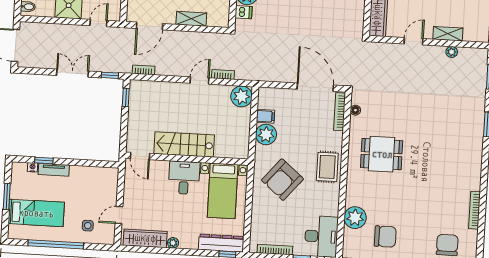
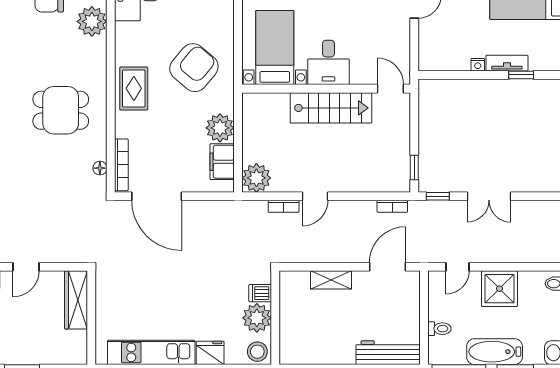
filing cabinet: (265, 116) -> (222, 162), width x2.00
nightstand: (33, 167) -> (478, 65), moved

